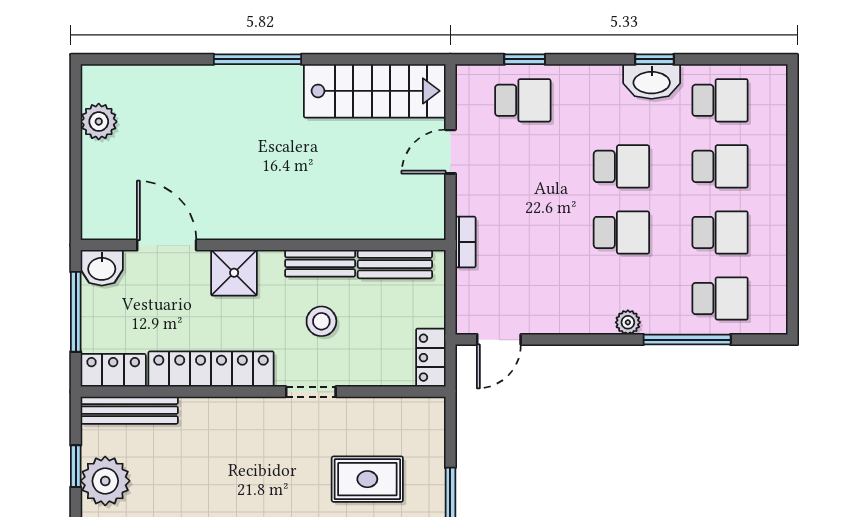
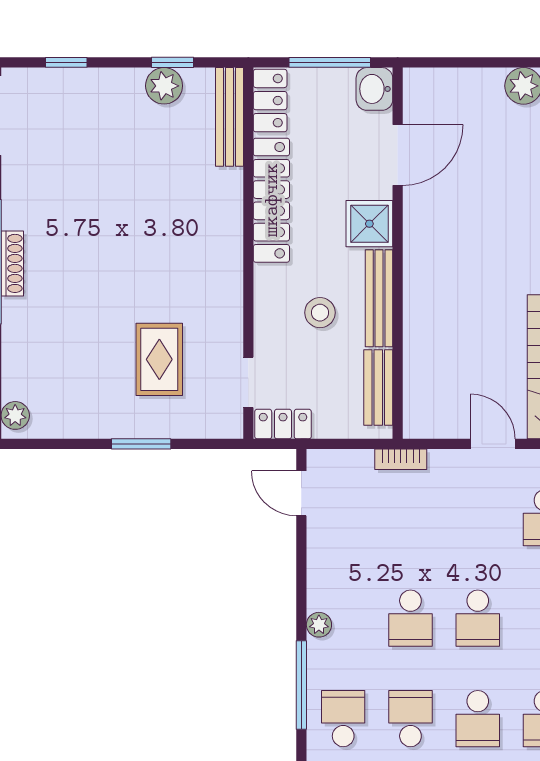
school desk: (720, 232) -> (410, 719), turned 180
bench: (320, 263) -> (379, 298), width x1.36
school desk: (720, 299) -> (343, 719), turned 180
doorway: (311, 392) -> (248, 382), moved
plant: (105, 481) -> (164, 86), width x0.73, depth x0.73

